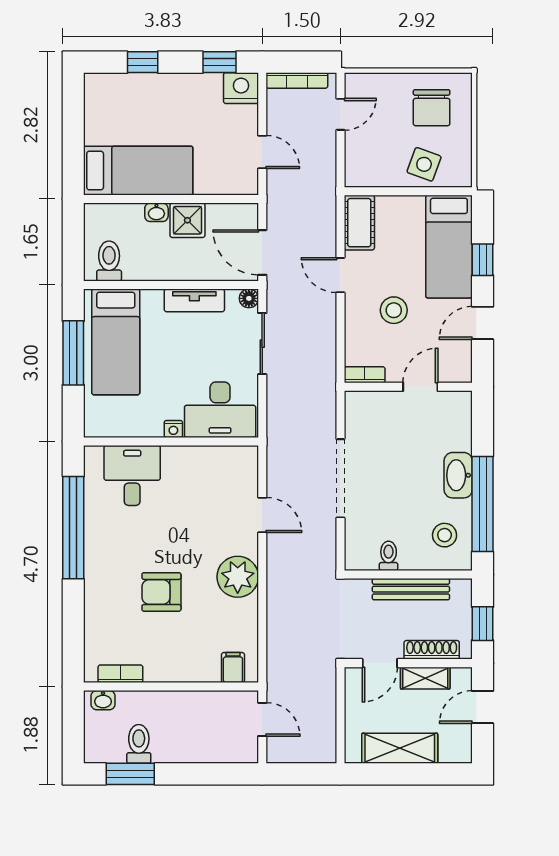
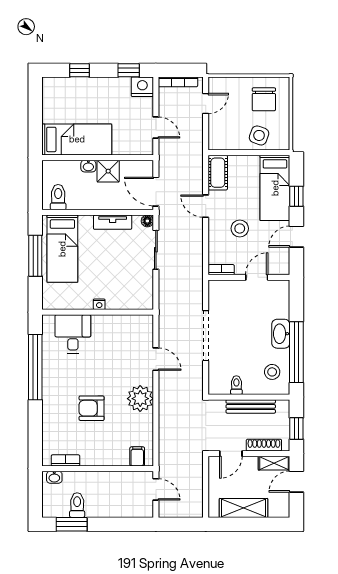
desk: (220, 410) -> (129, 292), removed
shelving: (425, 678) -> (274, 463), moved

